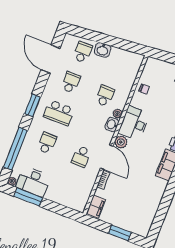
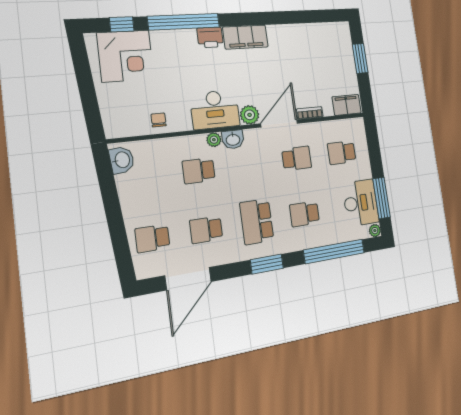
washbasin: (103, 50) -> (122, 160), moved
school desk: (59, 113) -> (257, 222), turned 180
school desk: (69, 187) -> (342, 153), added

